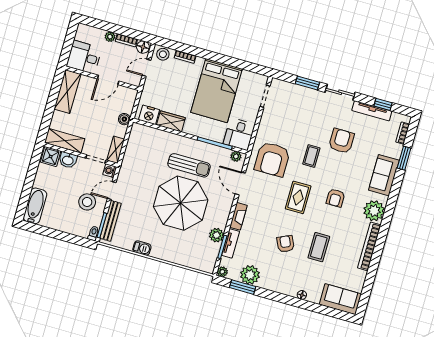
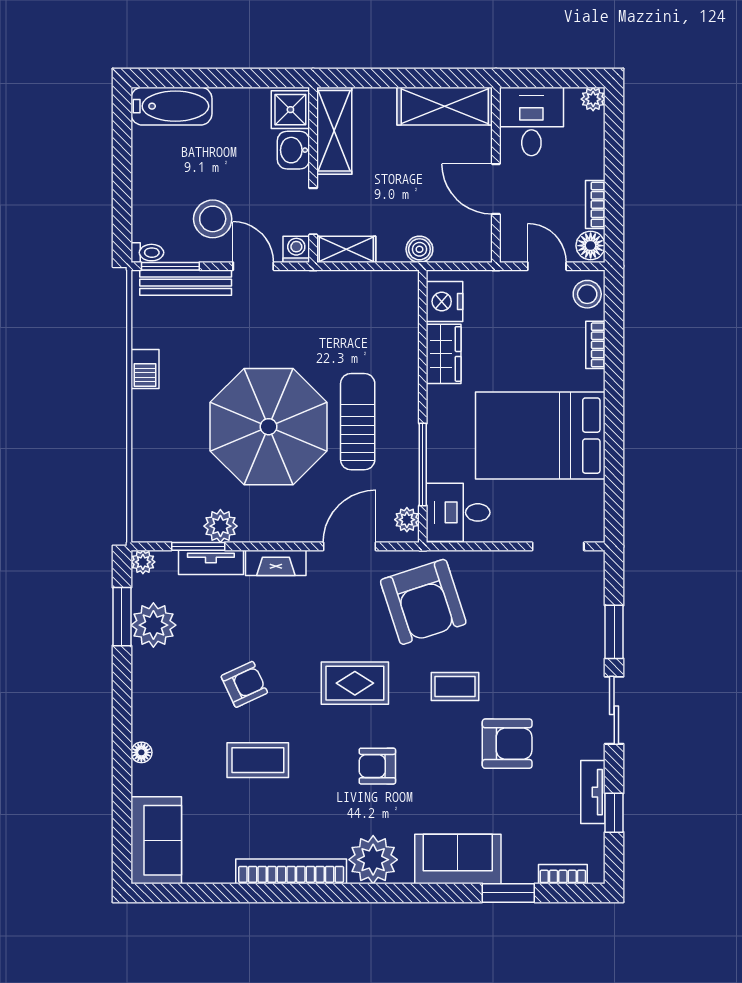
plant: (110, 37) -> (593, 99), moved
tv unit: (372, 111) -> (593, 792), width x0.71
armchair: (272, 159) -> (423, 602), turned -108
sun lounger: (189, 165) -> (358, 422), turned 180

